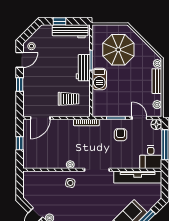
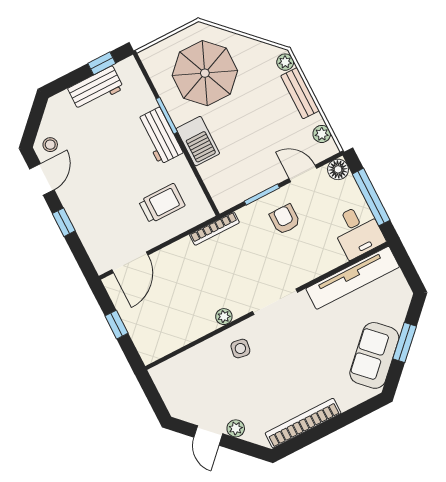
window: (59, 21) -> (102, 63), moved
workbench: (70, 31) -> (96, 88), width x0.73

